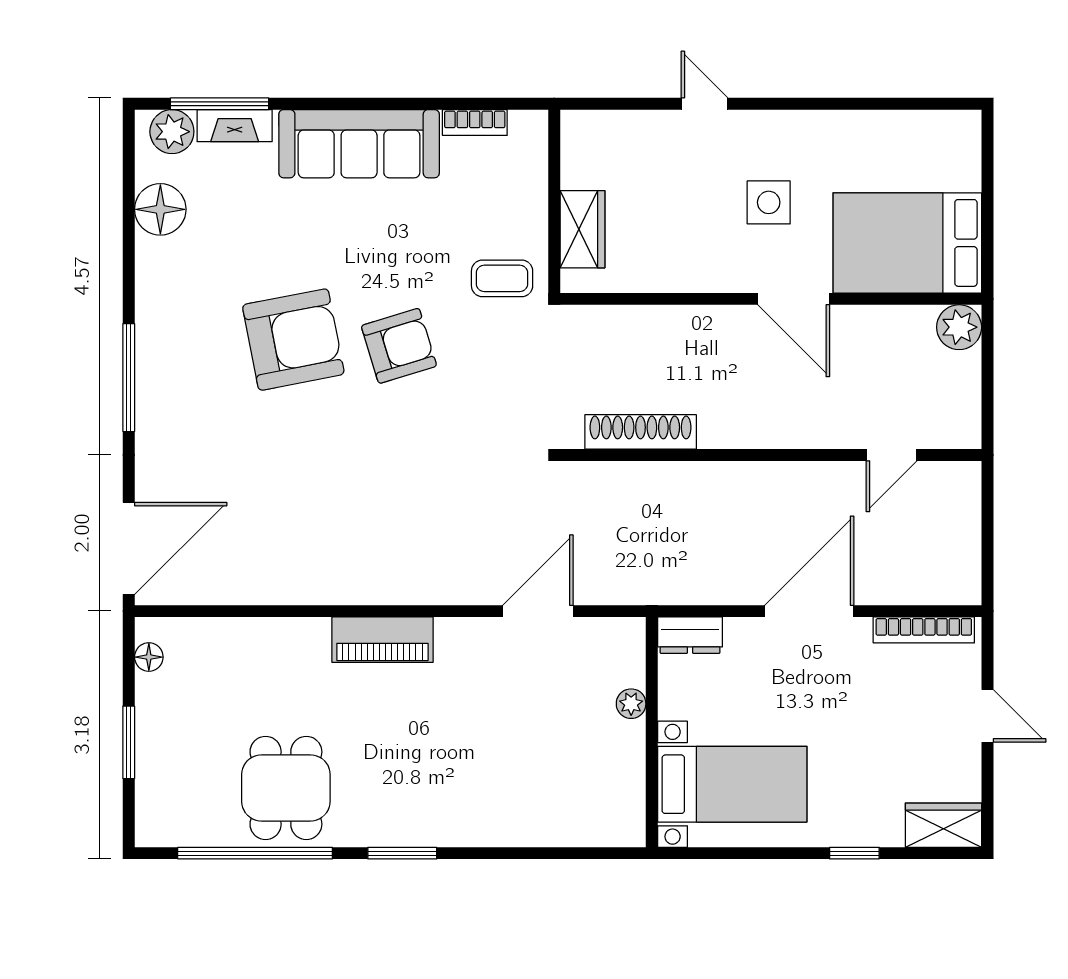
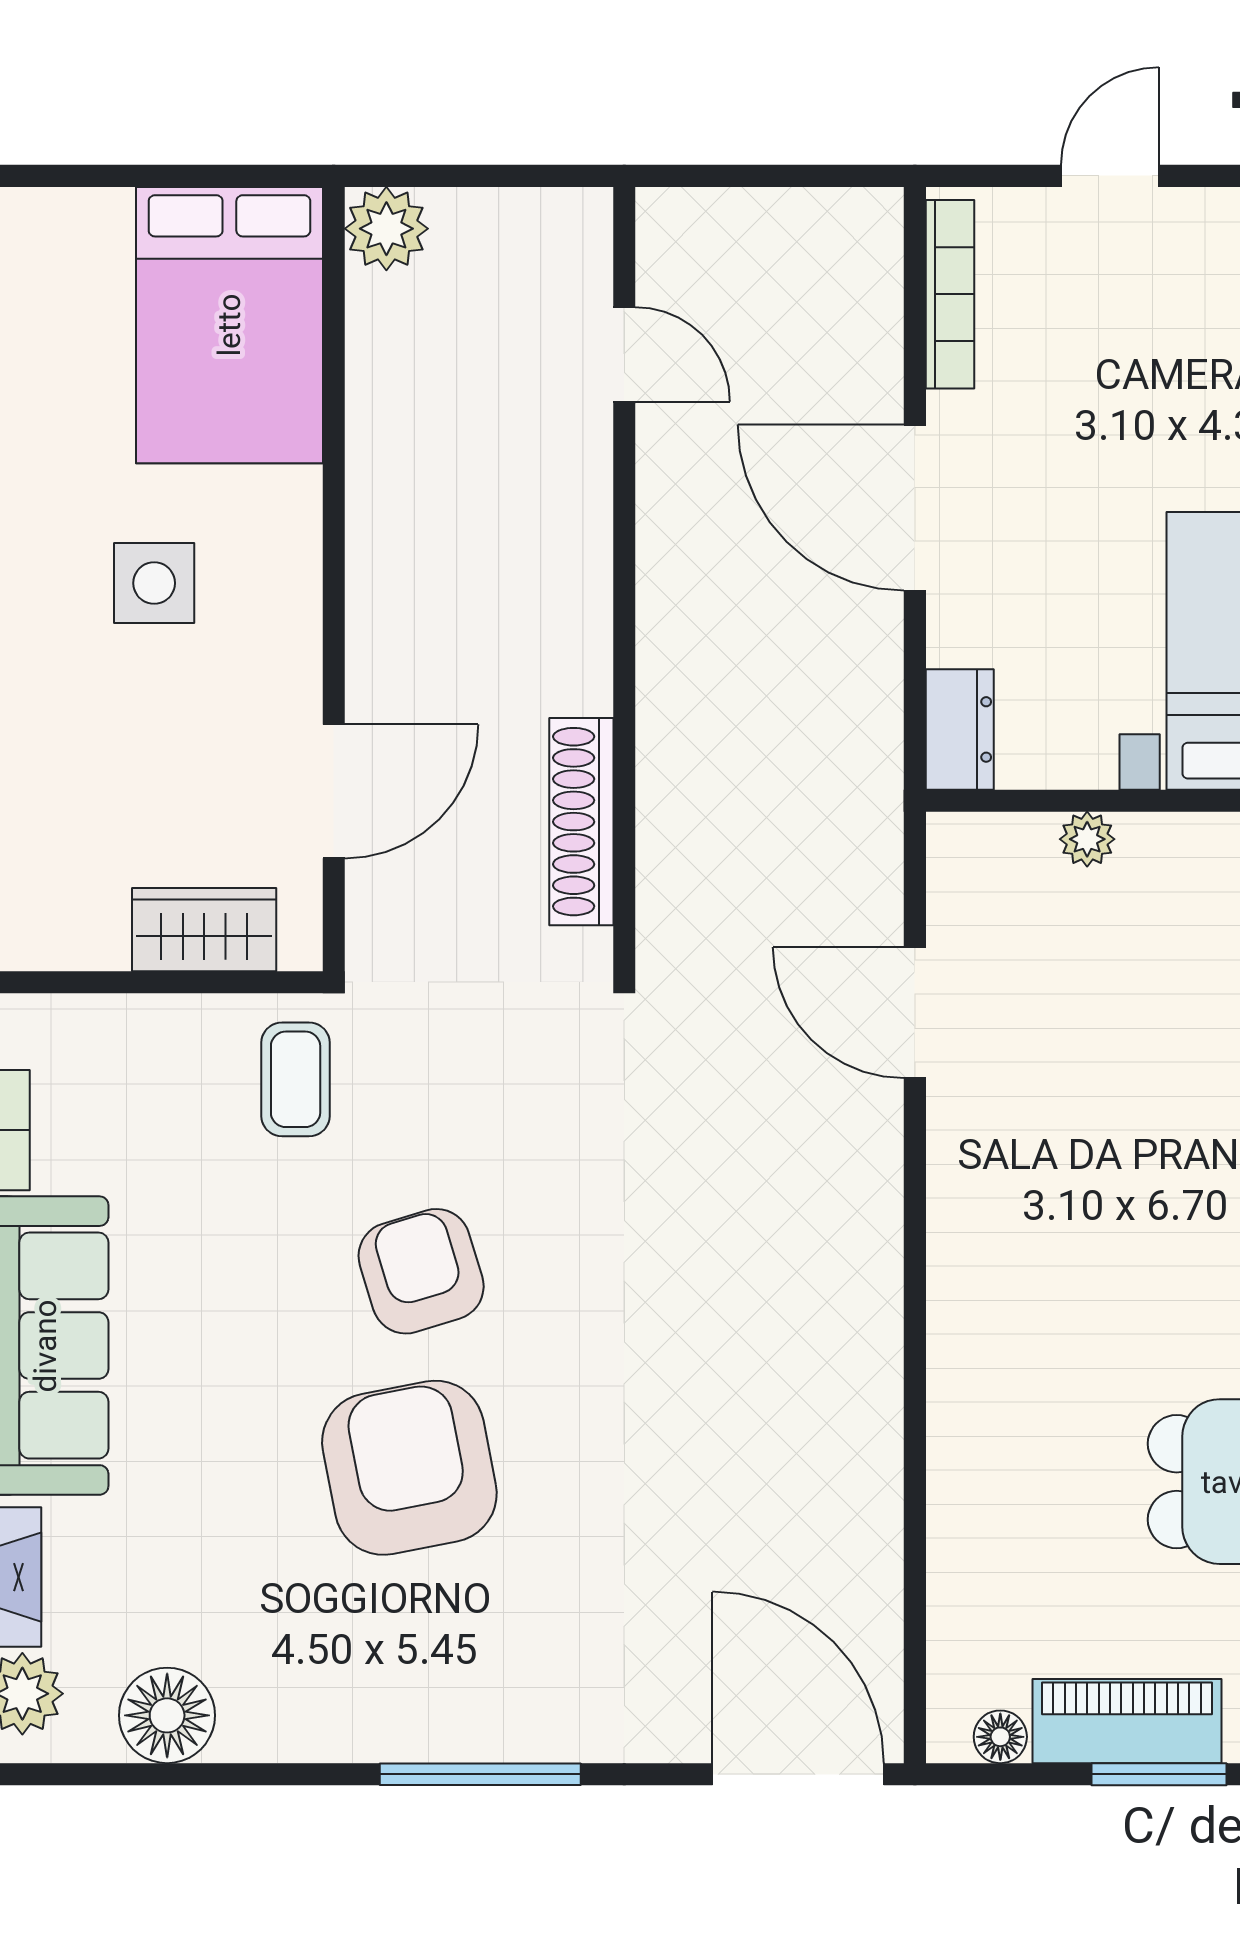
door: (794, 299) -> (334, 791), moved
piano: (382, 640) -> (1127, 1721), moved, turned -90

